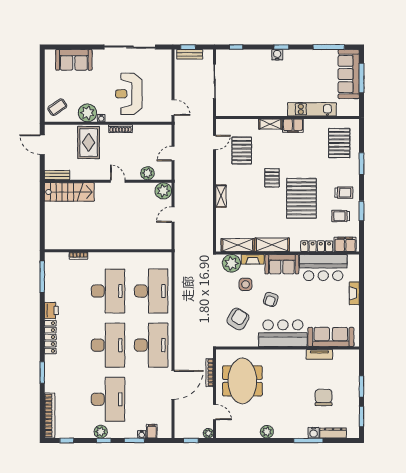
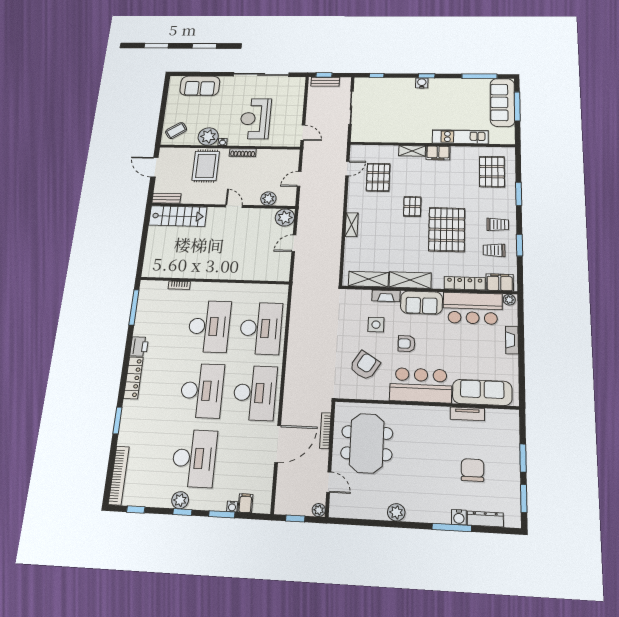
plant: (231, 263) -> (509, 300), moved, width x0.53, depth x0.53
armchair: (271, 299) -> (406, 344), turned 72

